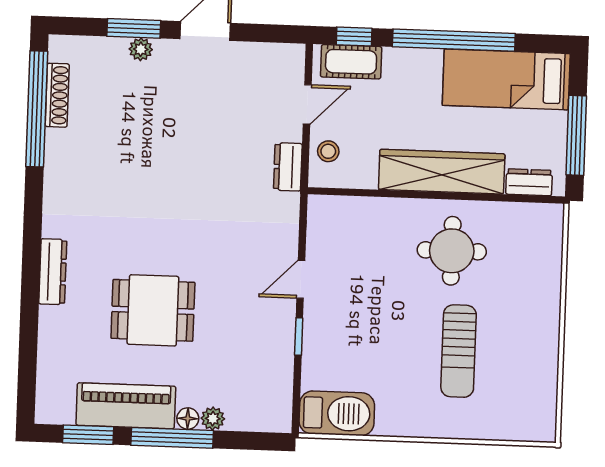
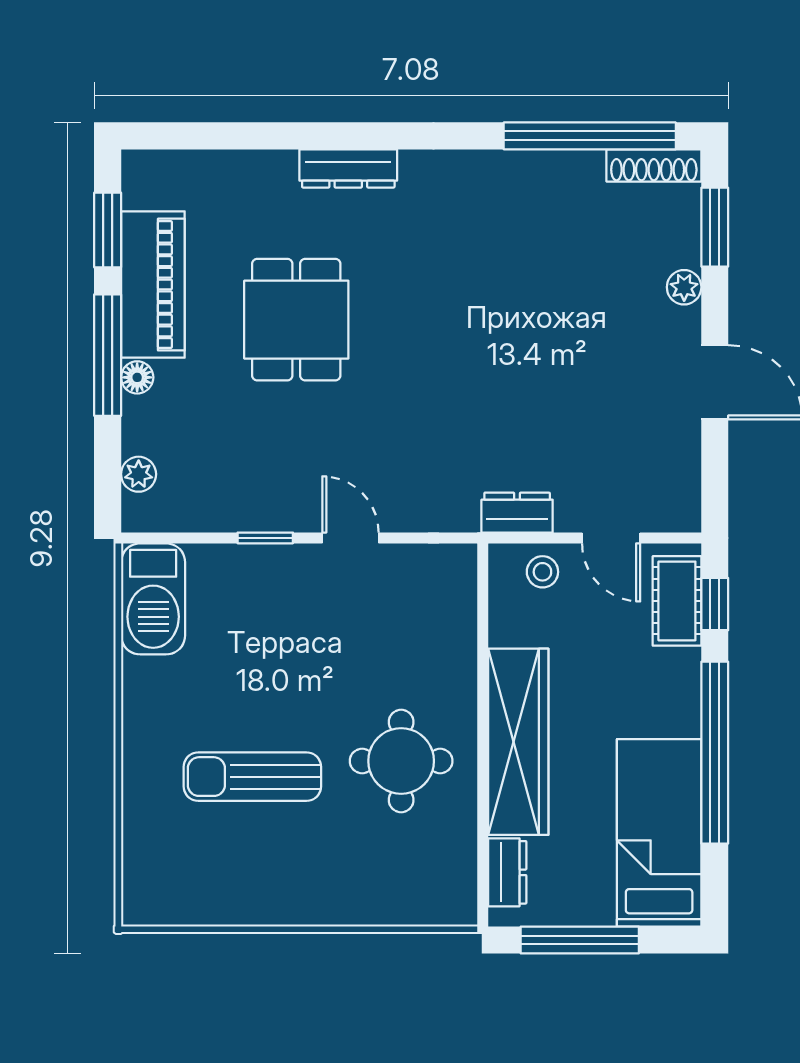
window: (134, 28) -> (715, 227), moved
shoe rack: (57, 95) -> (654, 165), moved
plant: (213, 419) -> (139, 474), moved

